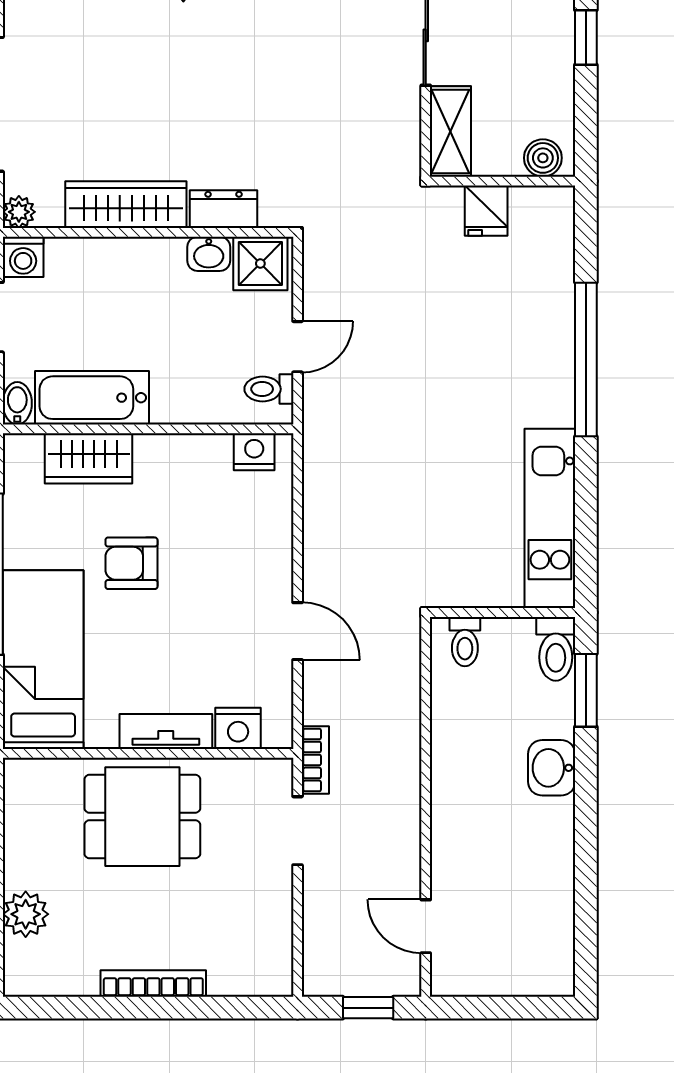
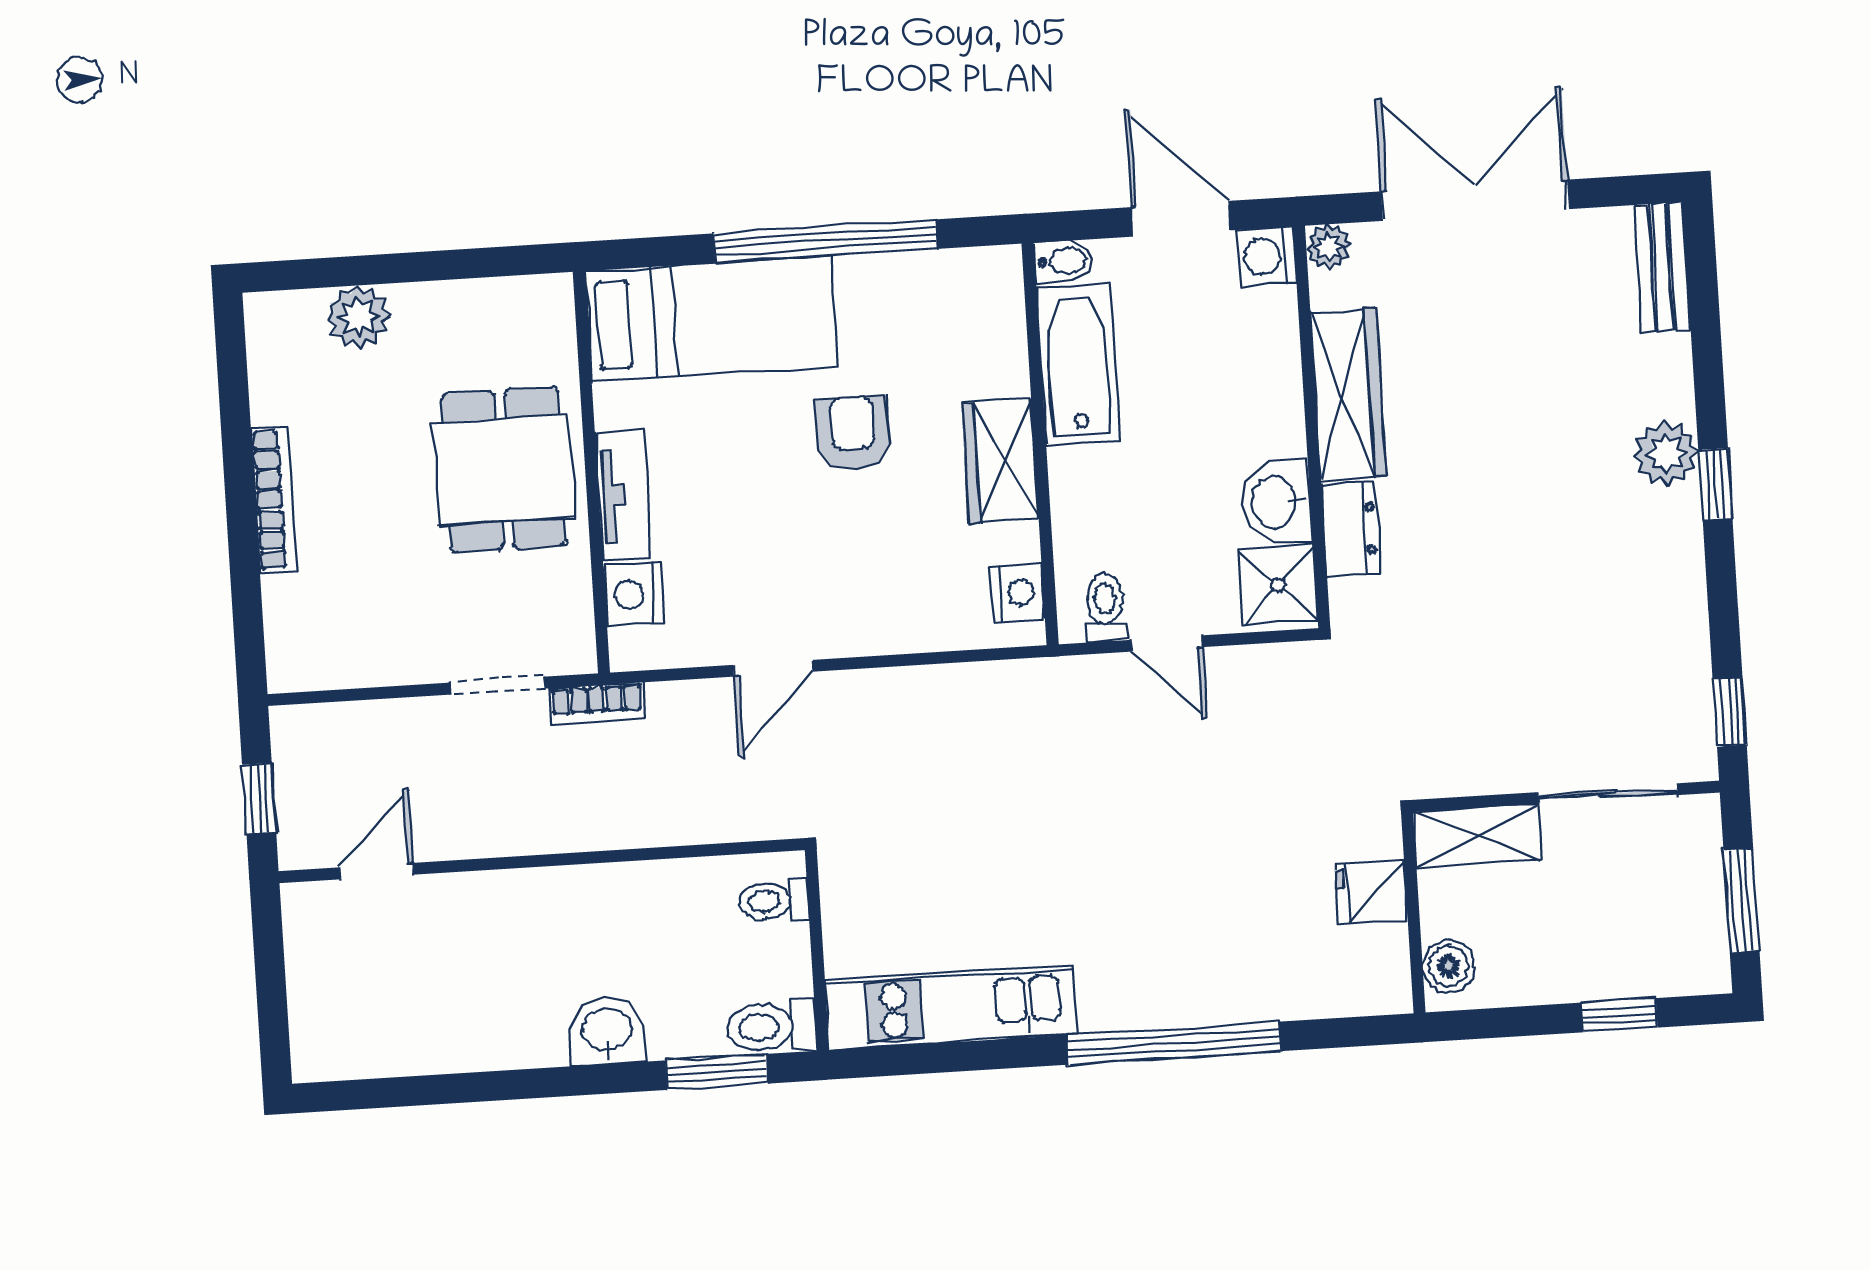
washbasin: (209, 254) -> (1276, 502), width x1.38, depth x1.45
wardrobe: (89, 458) -> (1000, 461), moved

